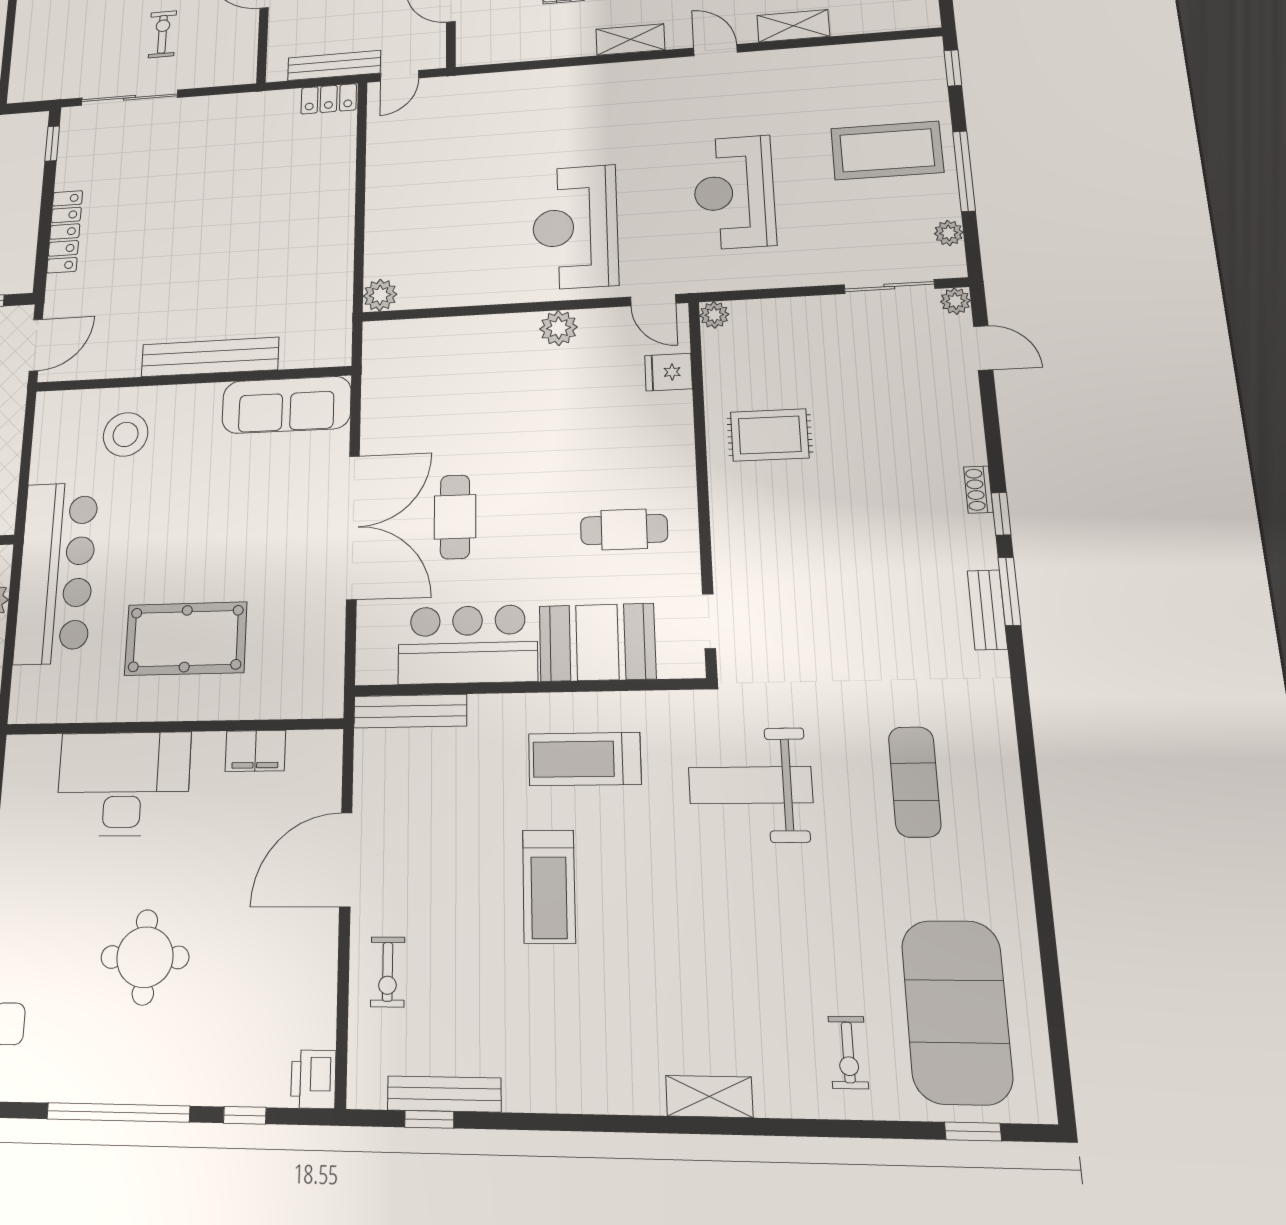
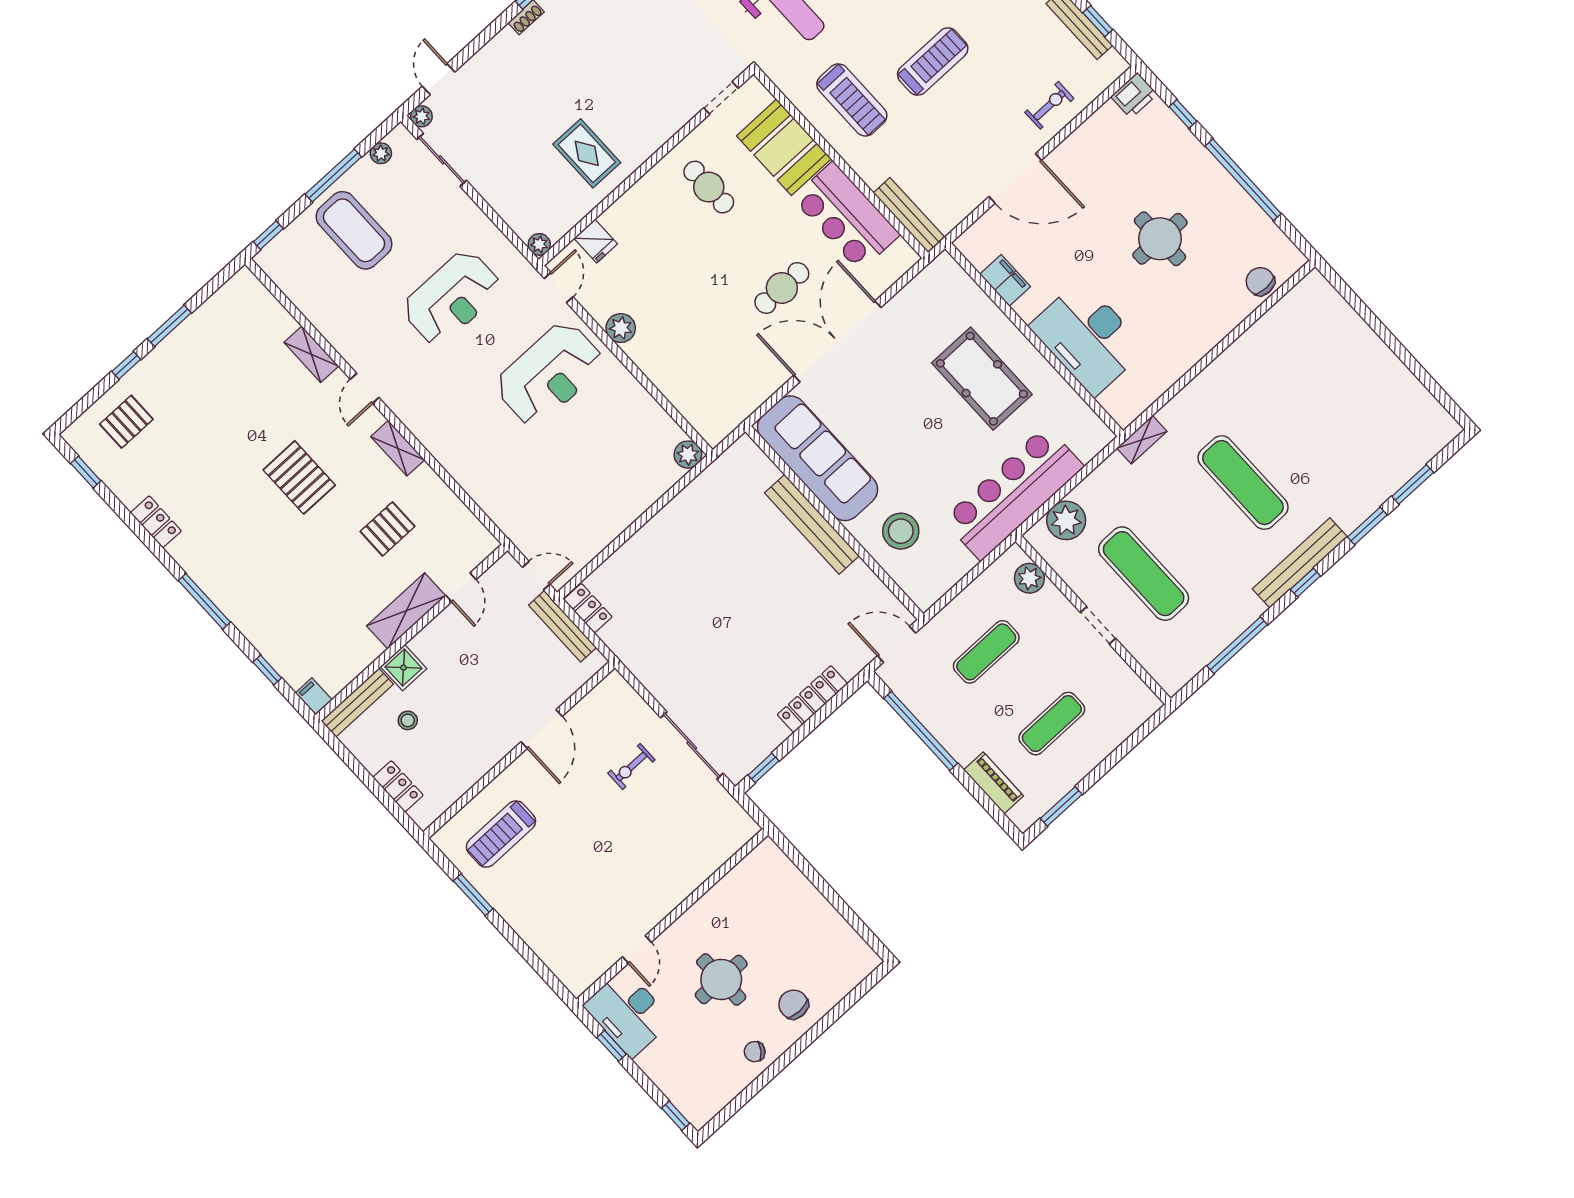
sofa: (286, 405) -> (818, 458), width x1.36, depth x1.27

